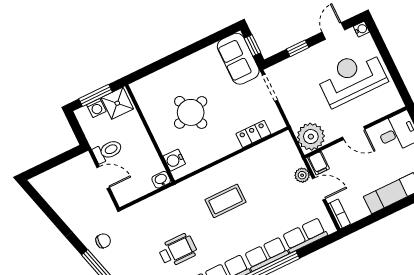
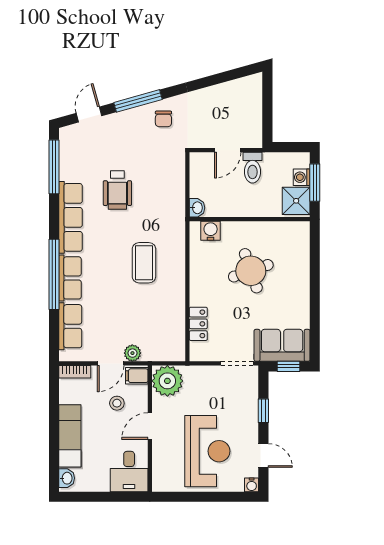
stool: (348, 168) -> (117, 403), added

